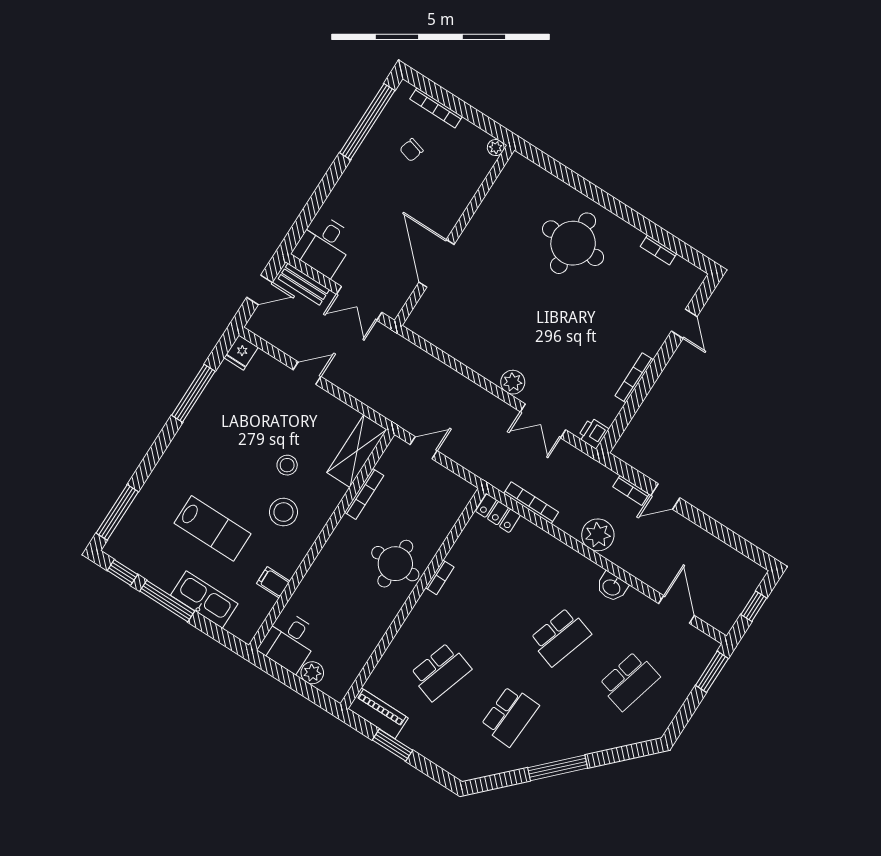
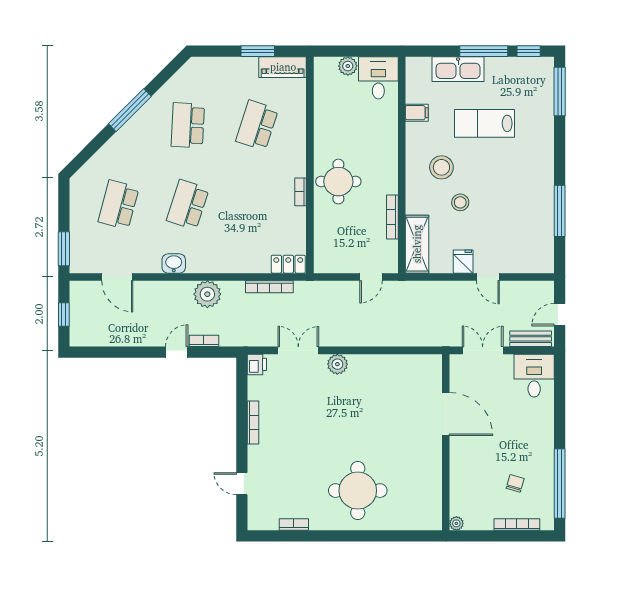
fridge: (241, 353) -> (463, 262), moved
door: (307, 373) -> (488, 277), hinge flipped

